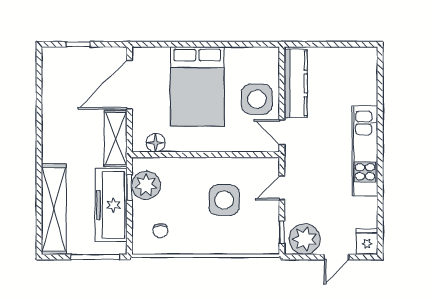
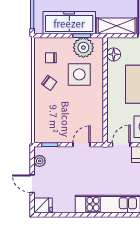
door: (282, 188) -> (81, 145), hinge flipped
side table: (224, 200) -> (79, 74), moved
chair: (195, 233) -> (49, 83), added
plant: (305, 239) -> (40, 161), width x0.53, depth x0.53

